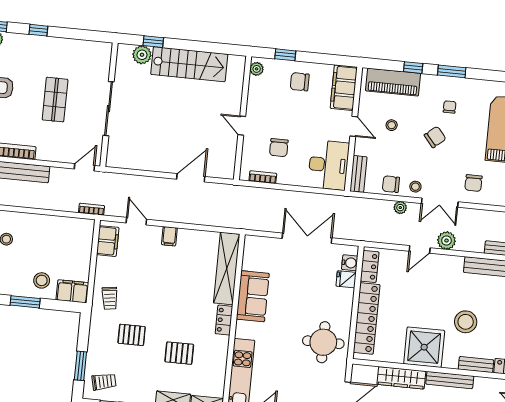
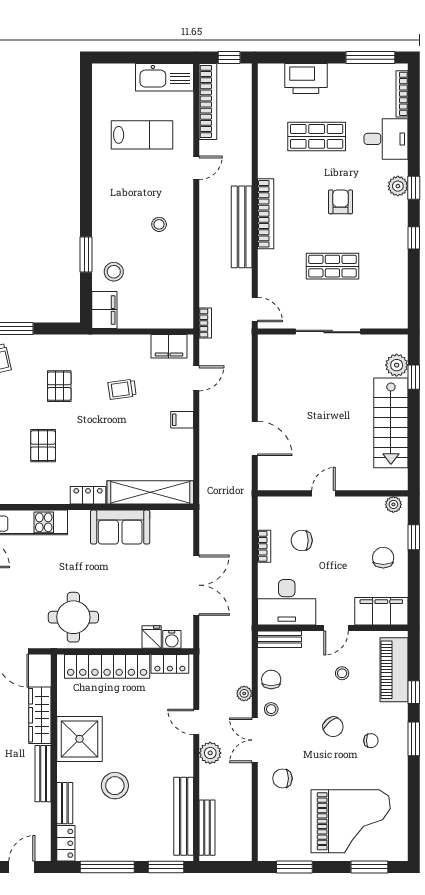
bookcase: (263, 177) -> (264, 546), moved
trolley: (110, 298) -> (122, 389), moved

